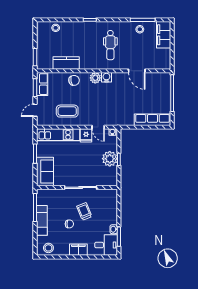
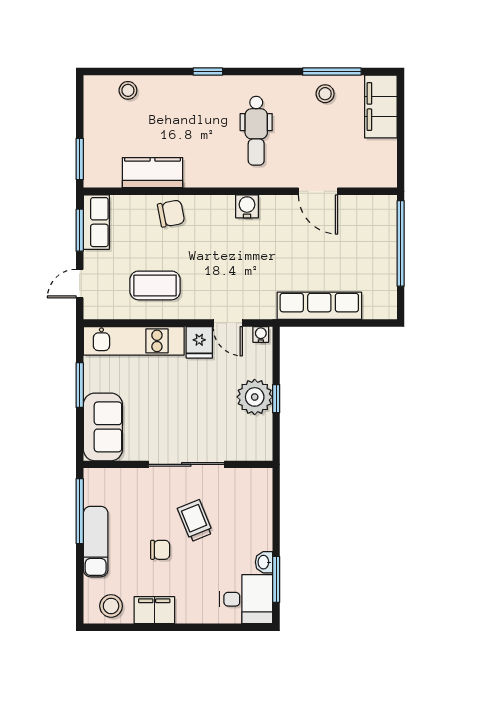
plant: (95, 78) -> (221, 208), removed
row of seats: (153, 120) -> (319, 306), moved
filing cabinet: (78, 250) -> (154, 610), moved

